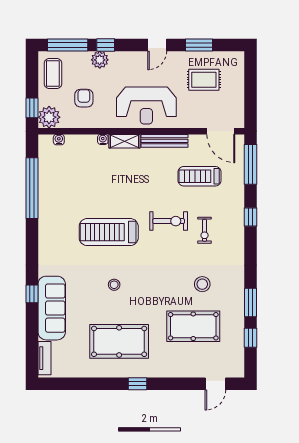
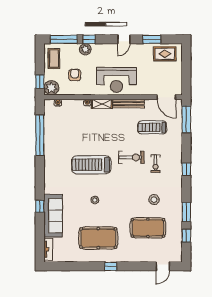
rug: (204, 80) -> (165, 54), moved
window: (251, 217) -> (186, 169), moved

